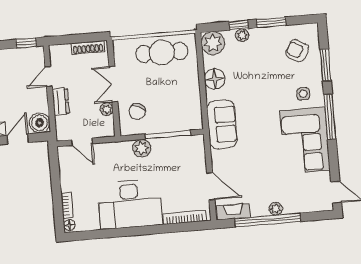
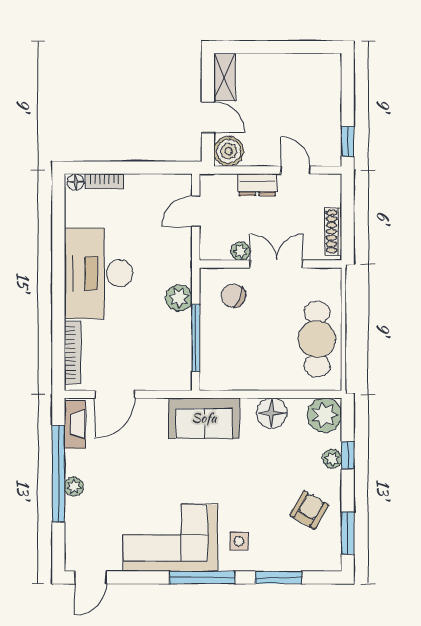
window: (271, 22) -> (348, 533), moved
armchair: (297, 51) -> (309, 510), moved

